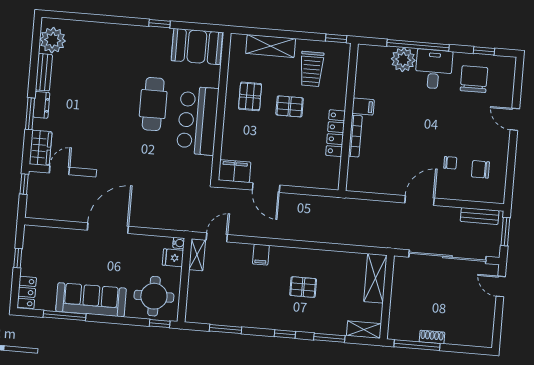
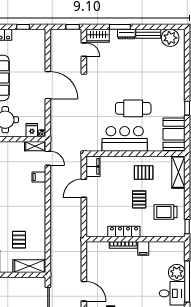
shelving: (271, 46) -> (178, 172), moved
filing cabinet: (261, 255) -> (39, 177), moved
pallet: (303, 287) -> (19, 240), moved

